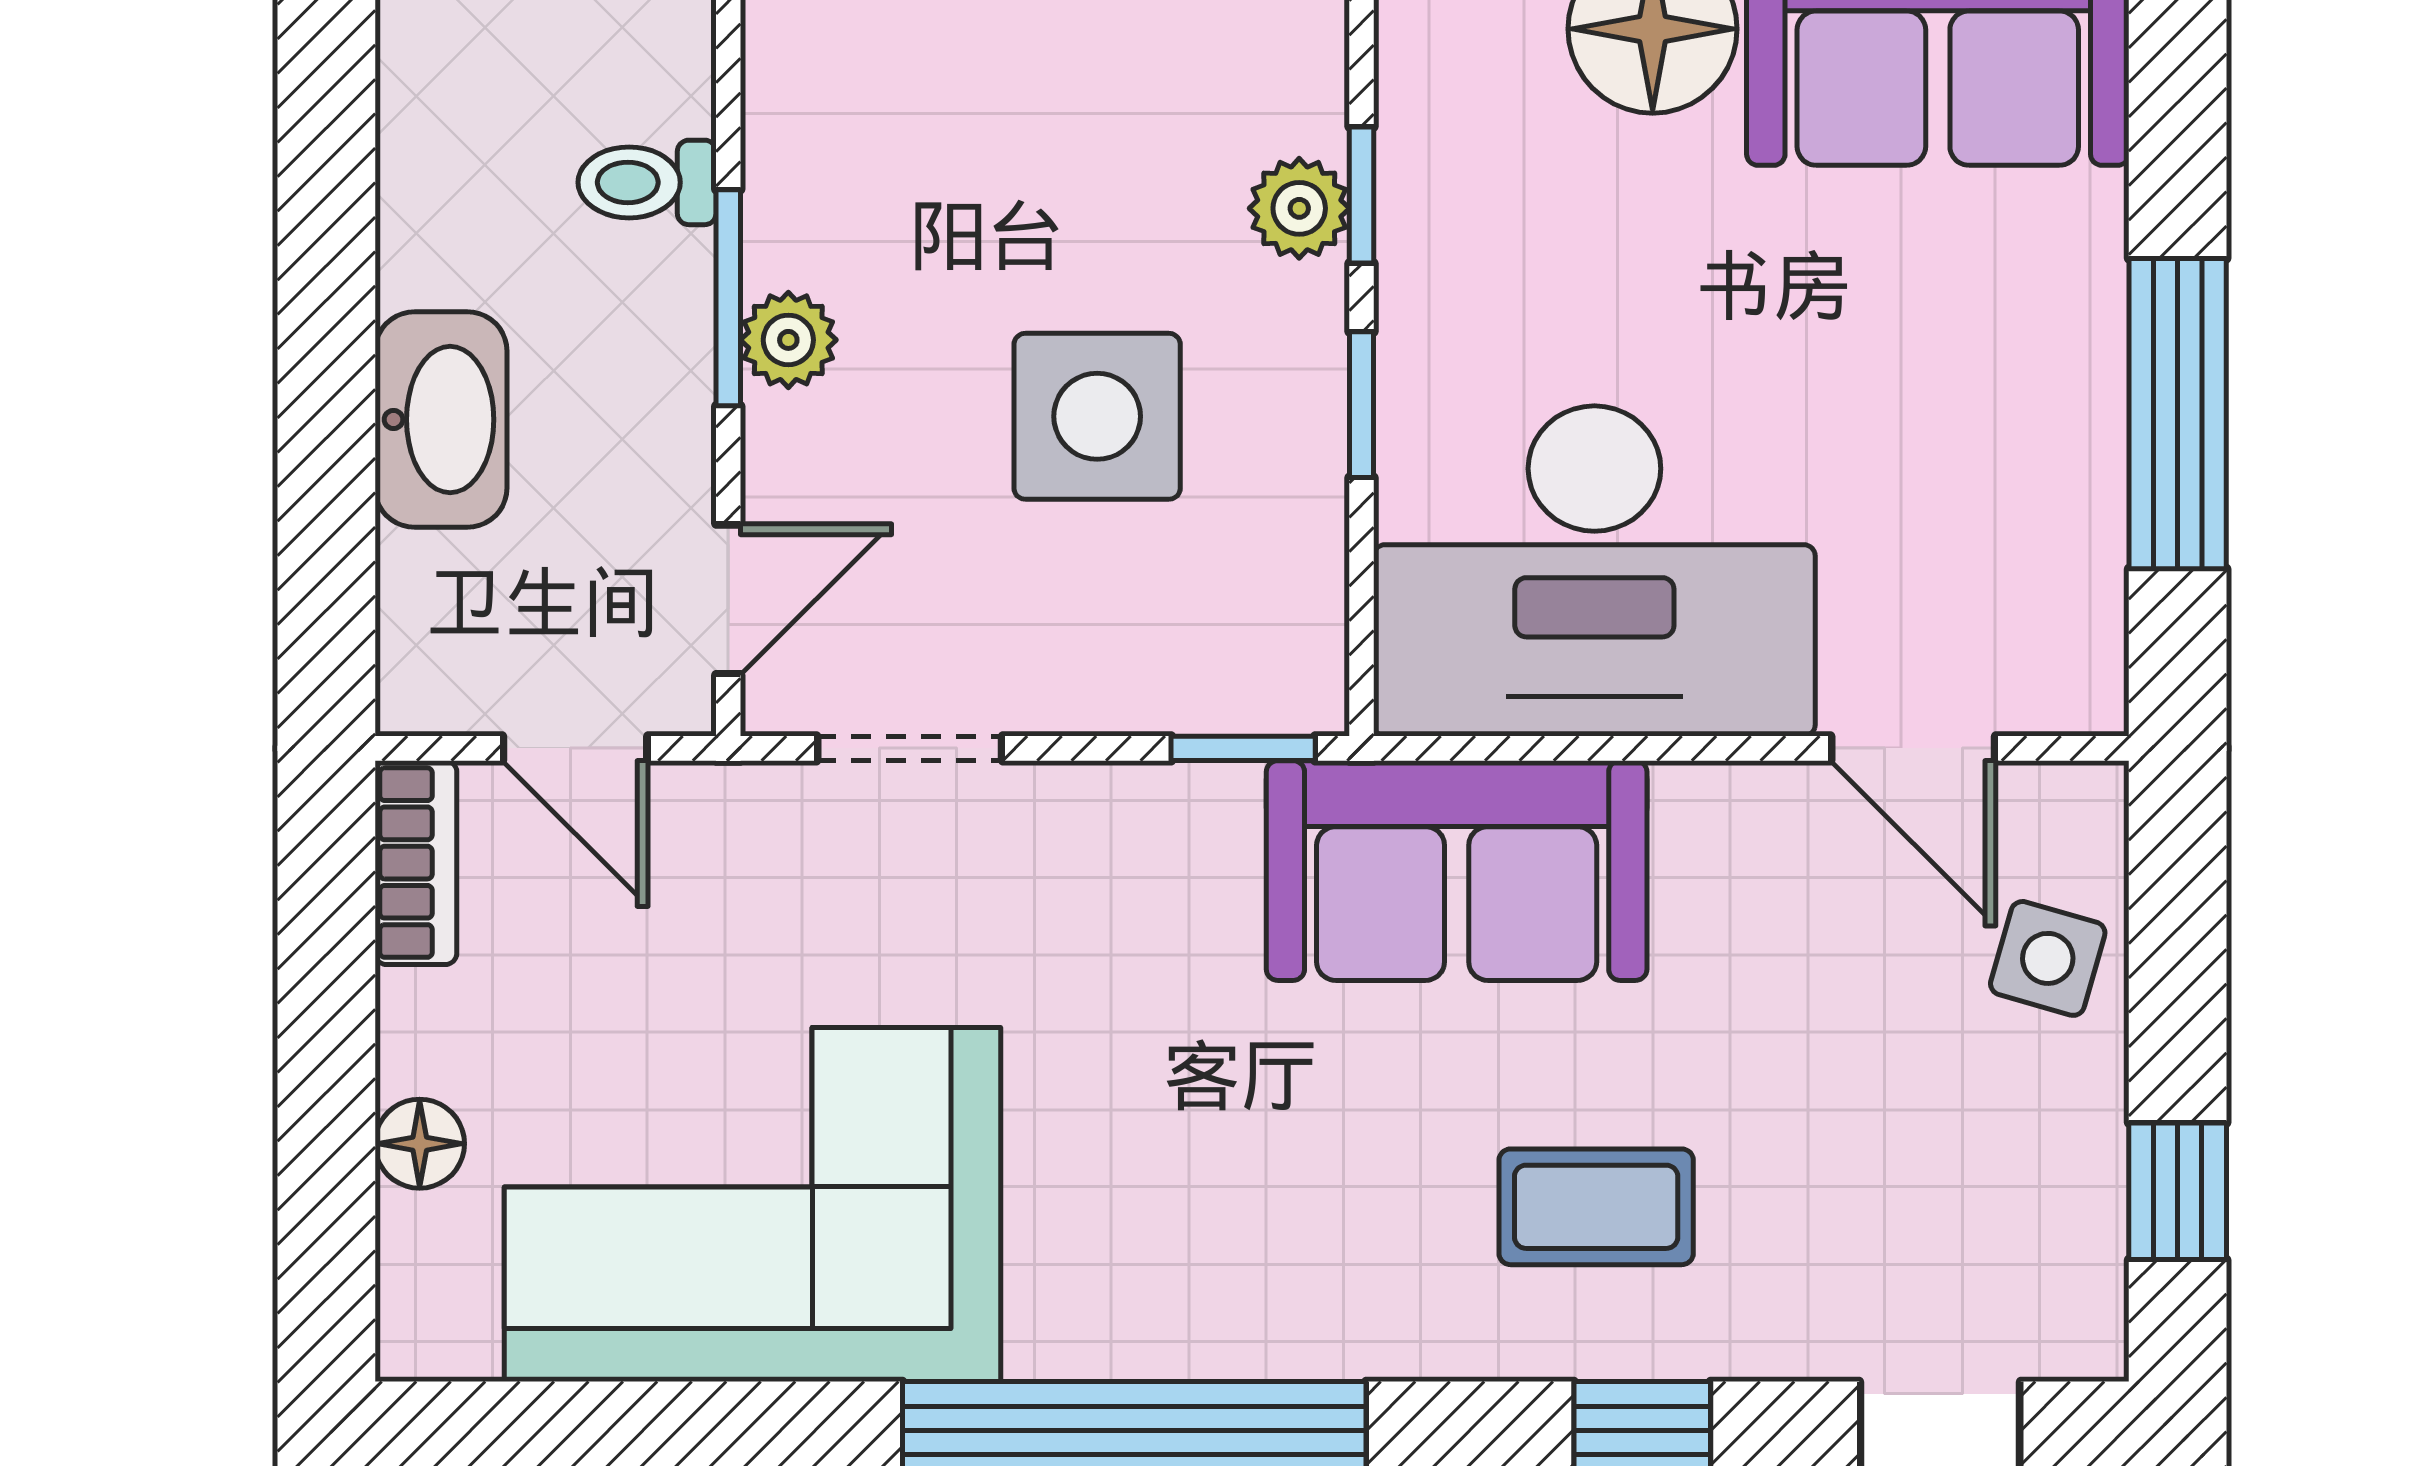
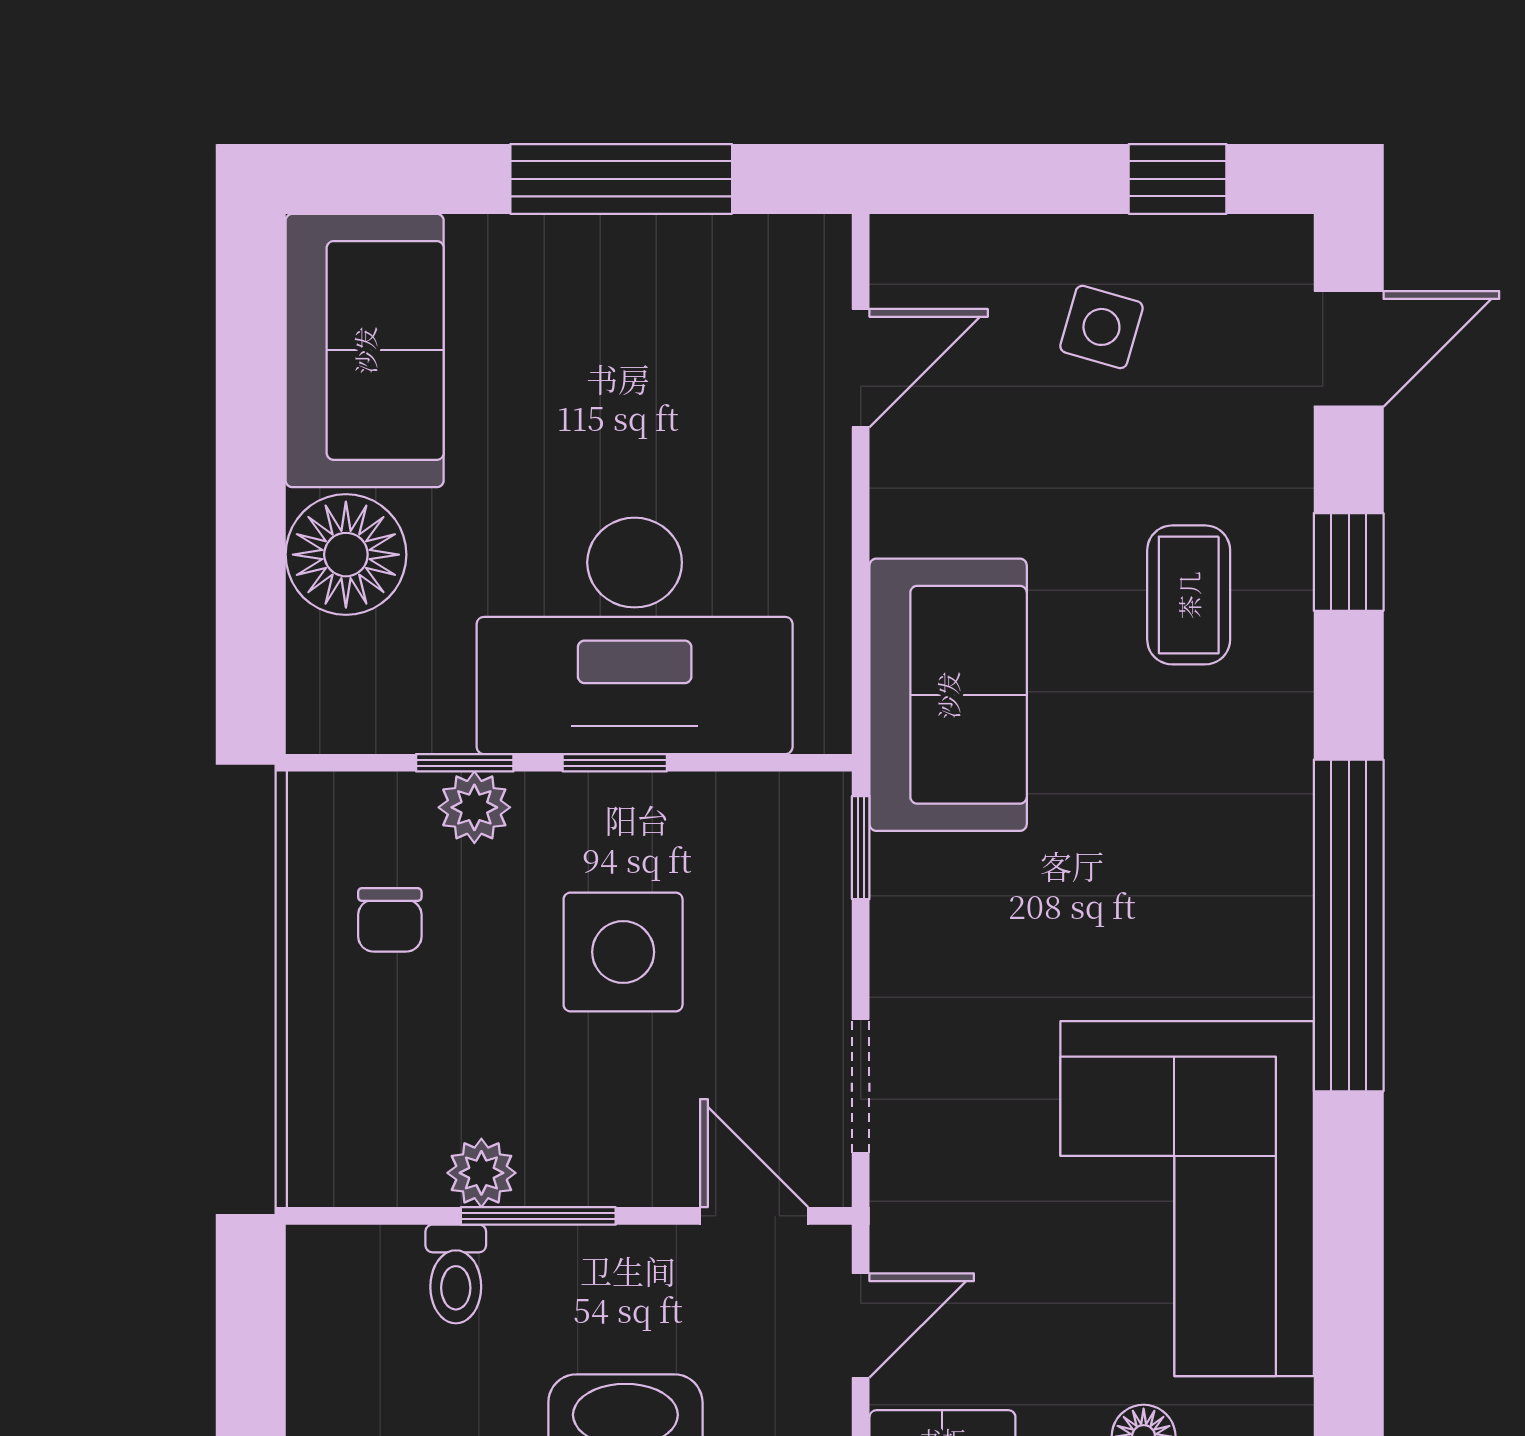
chair: (1142, 90) -> (390, 920), added
plant: (788, 340) -> (481, 1173), moved
desk: (1594, 571) -> (635, 636), moved, turned 90
side table: (2048, 958) -> (1101, 327), moved

